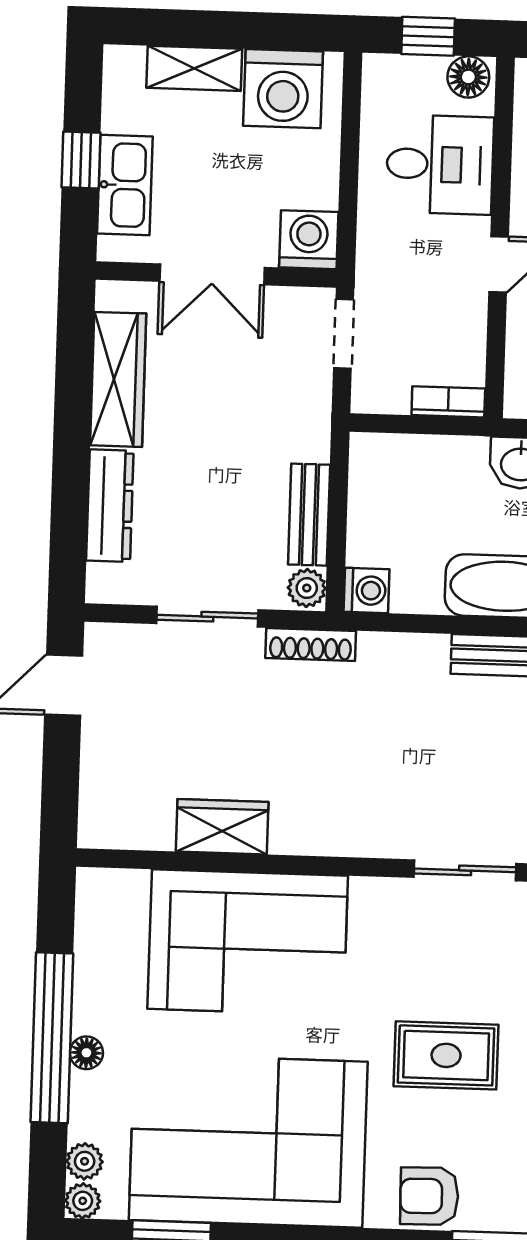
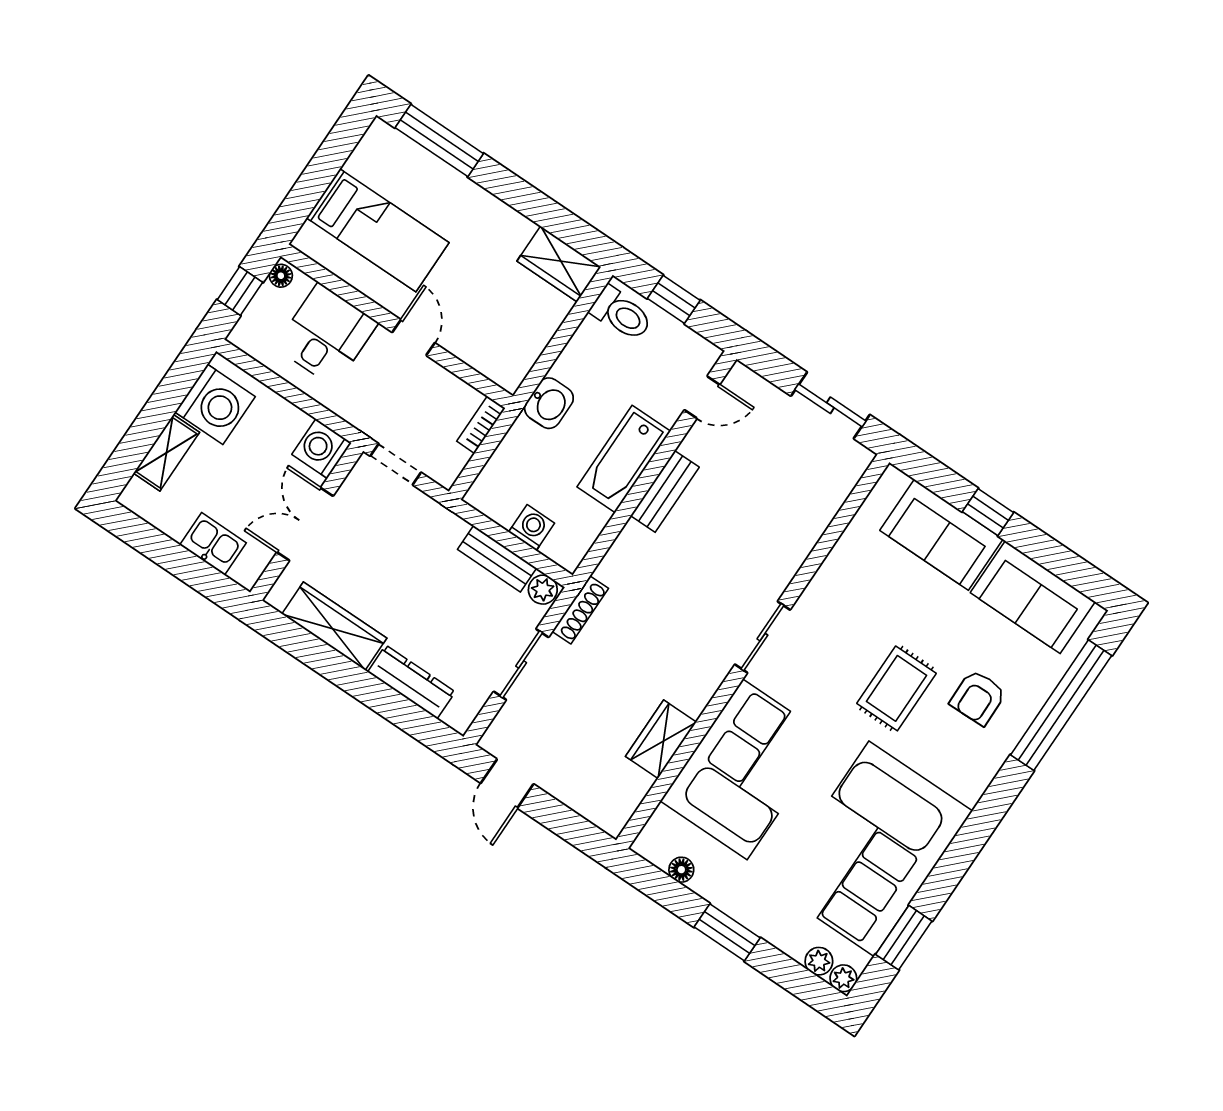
floor lamp: (468, 77) -> (281, 276), width x0.73, depth x0.73
window: (81, 160) -> (180, 562), removed
kitchen sink: (125, 185) -> (213, 544), width x0.73
double door: (212, 274) -> (305, 524), swing flipped
washing machine: (367, 590) -> (532, 528), moved
sliding door: (465, 870) -> (762, 637), moved
window: (52, 1038) -> (727, 932), width x0.47
floor lamp: (86, 1053) -> (681, 870), moved
armchair: (429, 1196) -> (978, 698), moved

